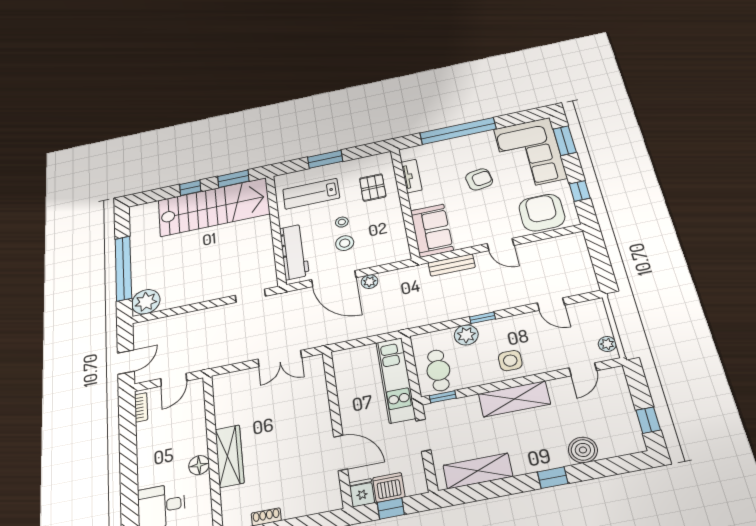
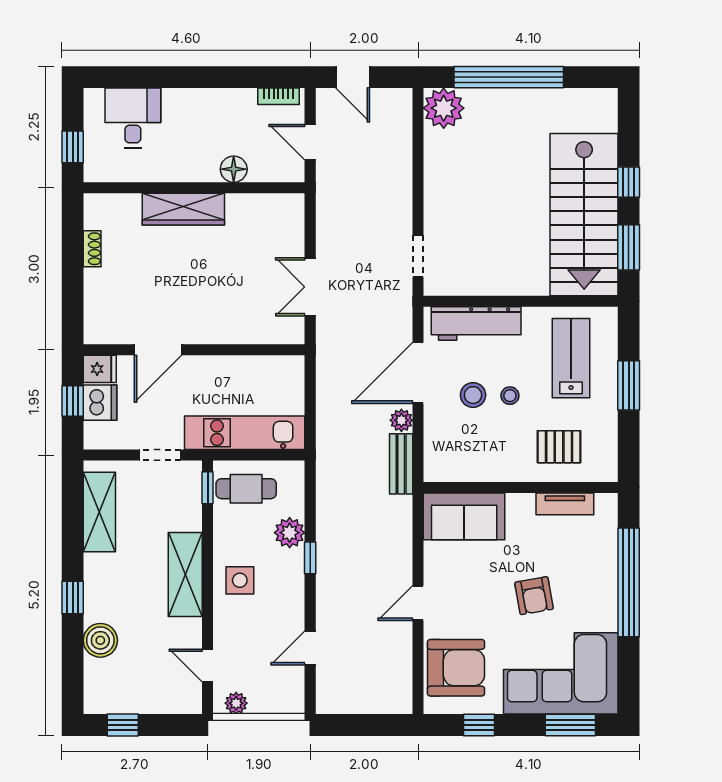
bench: (452, 265) -> (401, 464), moved
floor lamp: (199, 465) -> (234, 169), moved

